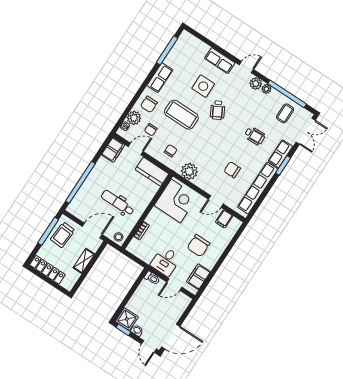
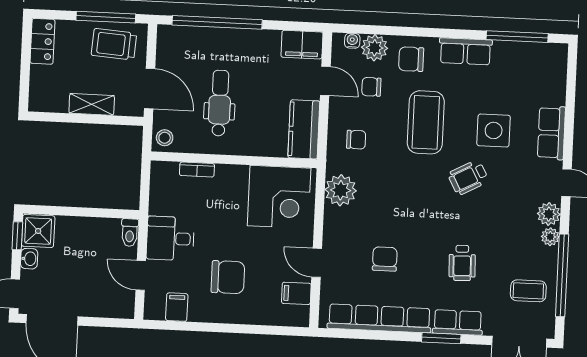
chair: (199, 246) -> (228, 277), turned 180
locker: (47, 270) -> (42, 41), width x0.66
filing cabinet: (198, 277) -> (177, 307), width x0.50

